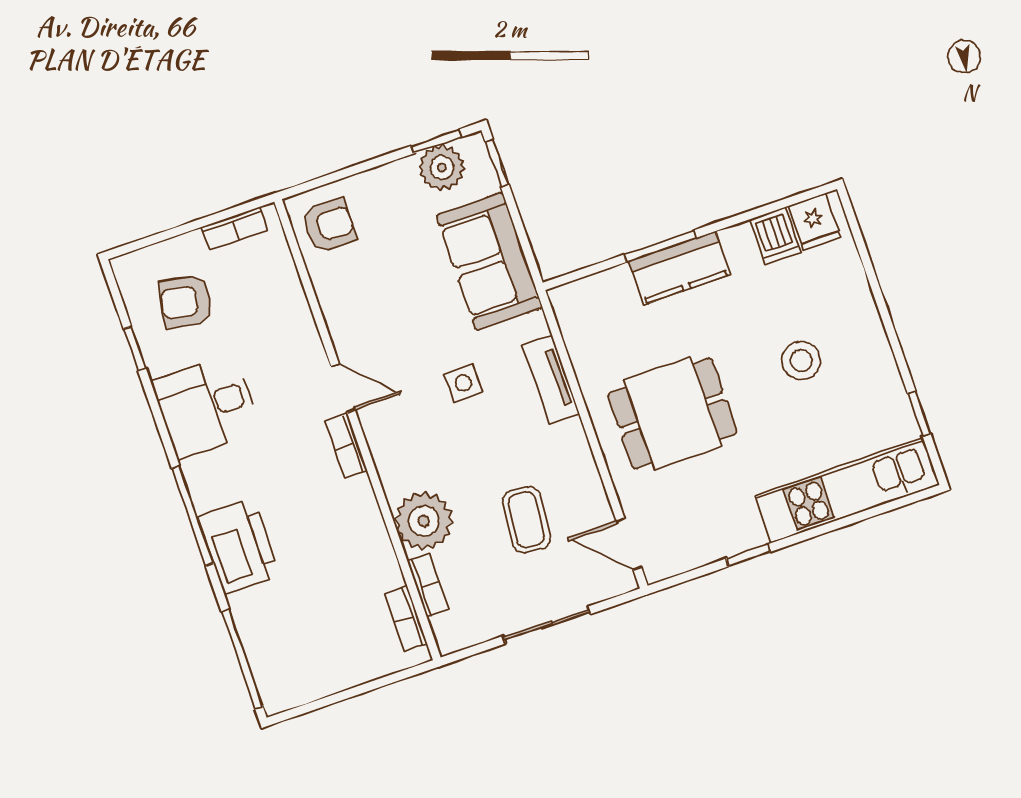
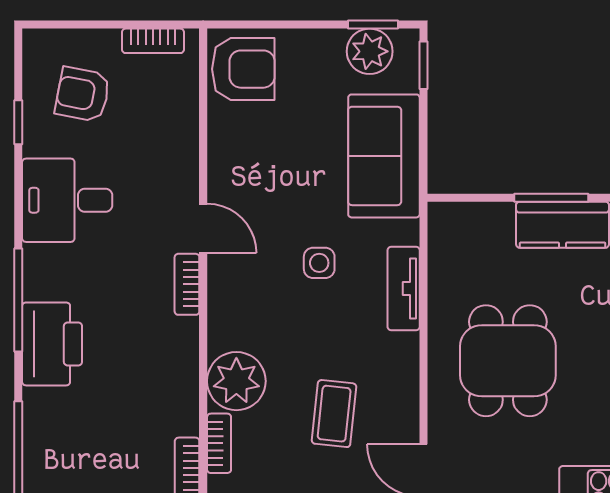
armchair: (329, 225) -> (243, 69), width x1.38, depth x1.38
dining table: (672, 413) -> (508, 361), turned 90

